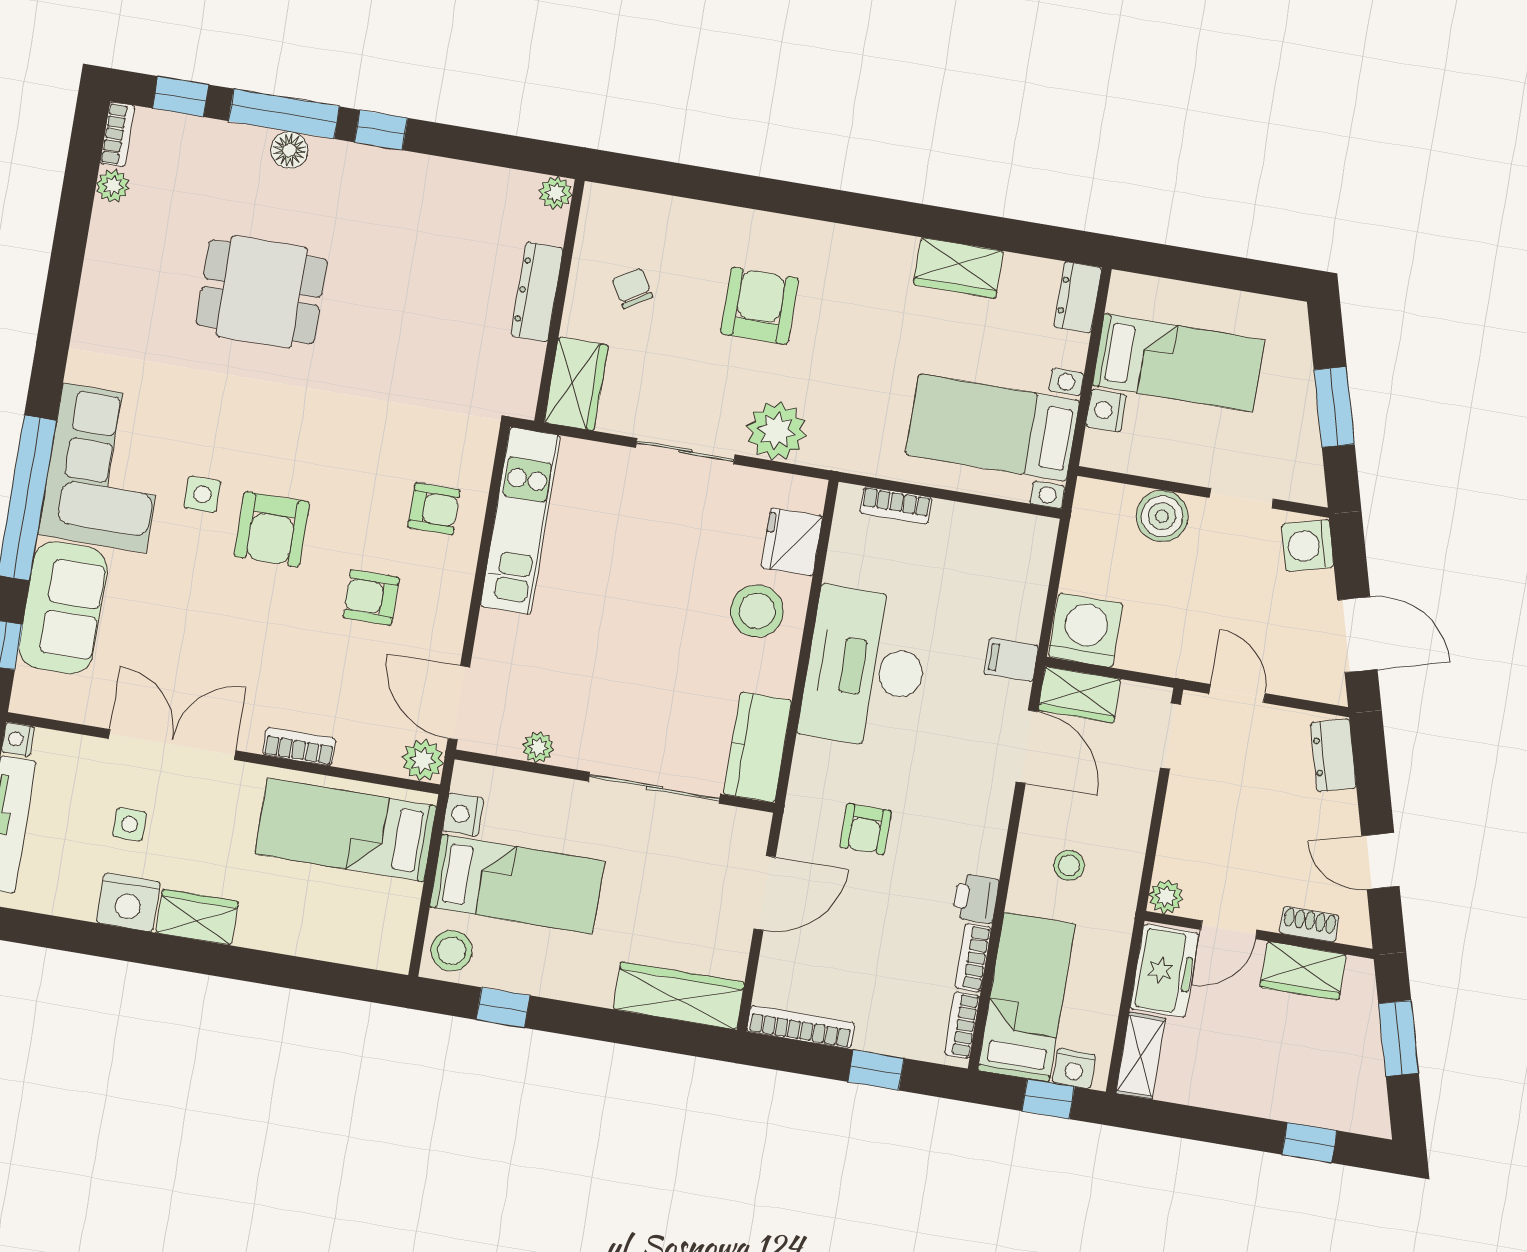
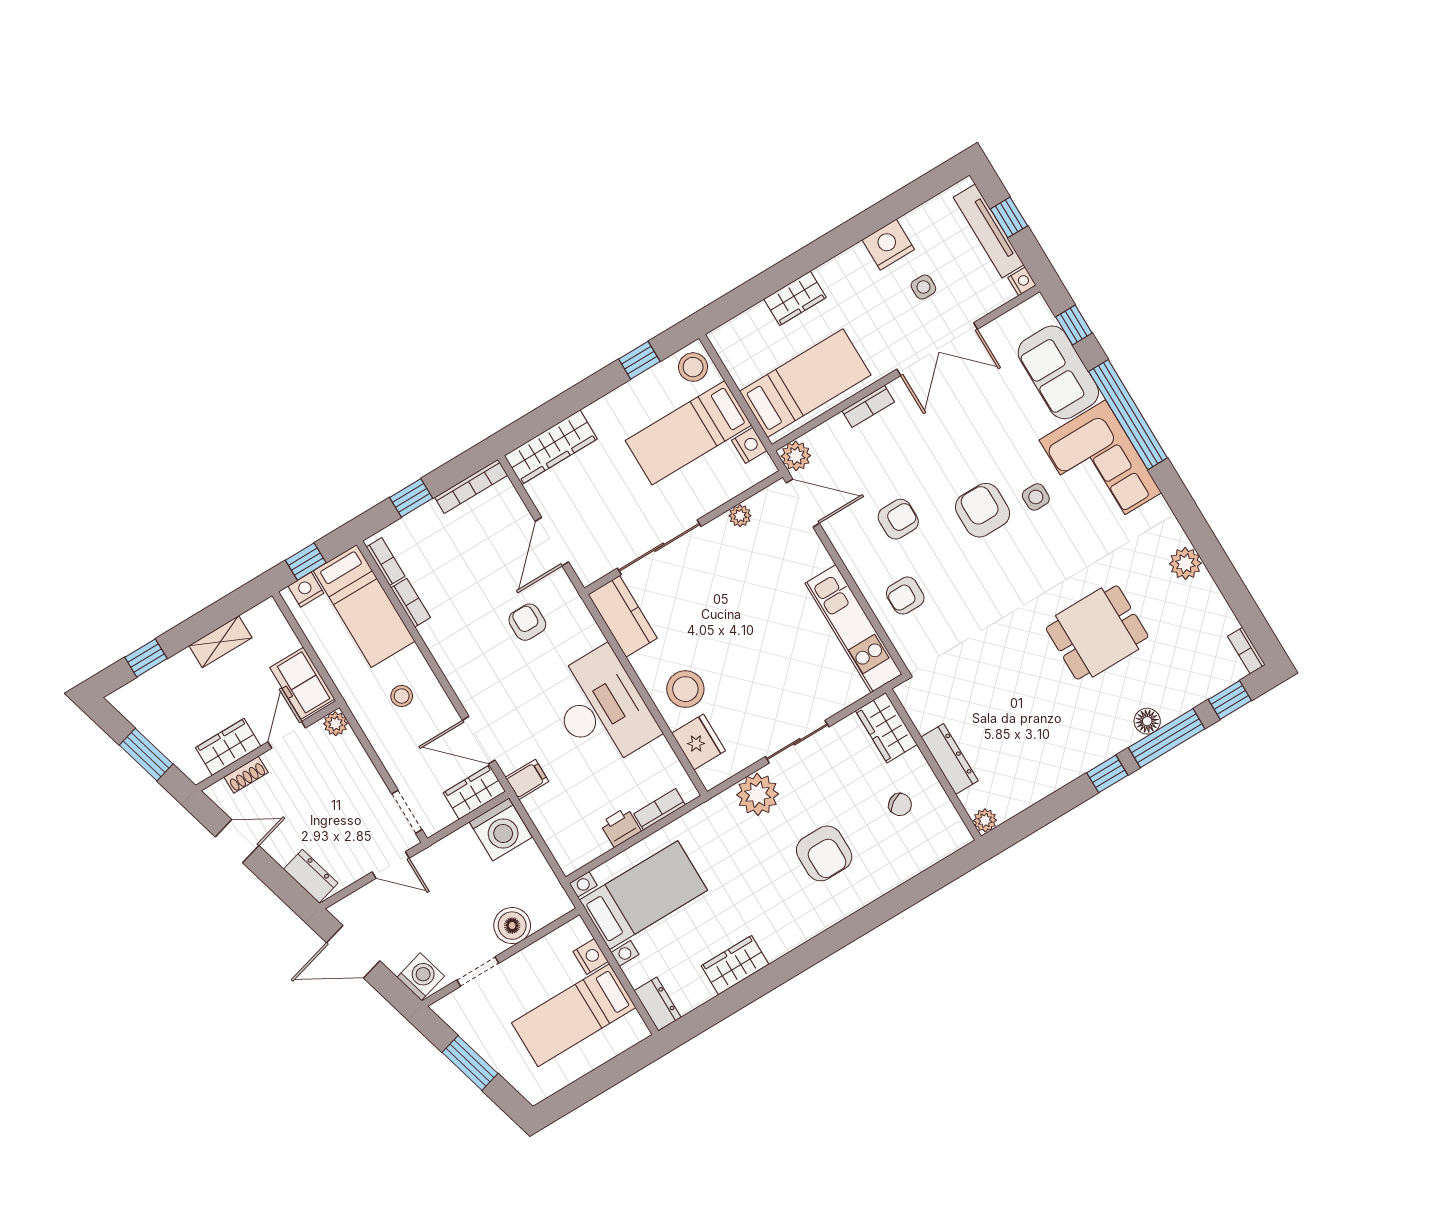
plant: (113, 186) -> (1185, 564), moved, width x1.38, depth x1.38
printer: (976, 898) -> (621, 827), moved, turned -90
wardrobe: (197, 917) -> (795, 298), moved
shelving: (1141, 1056) -> (220, 642), moved, turned 90

